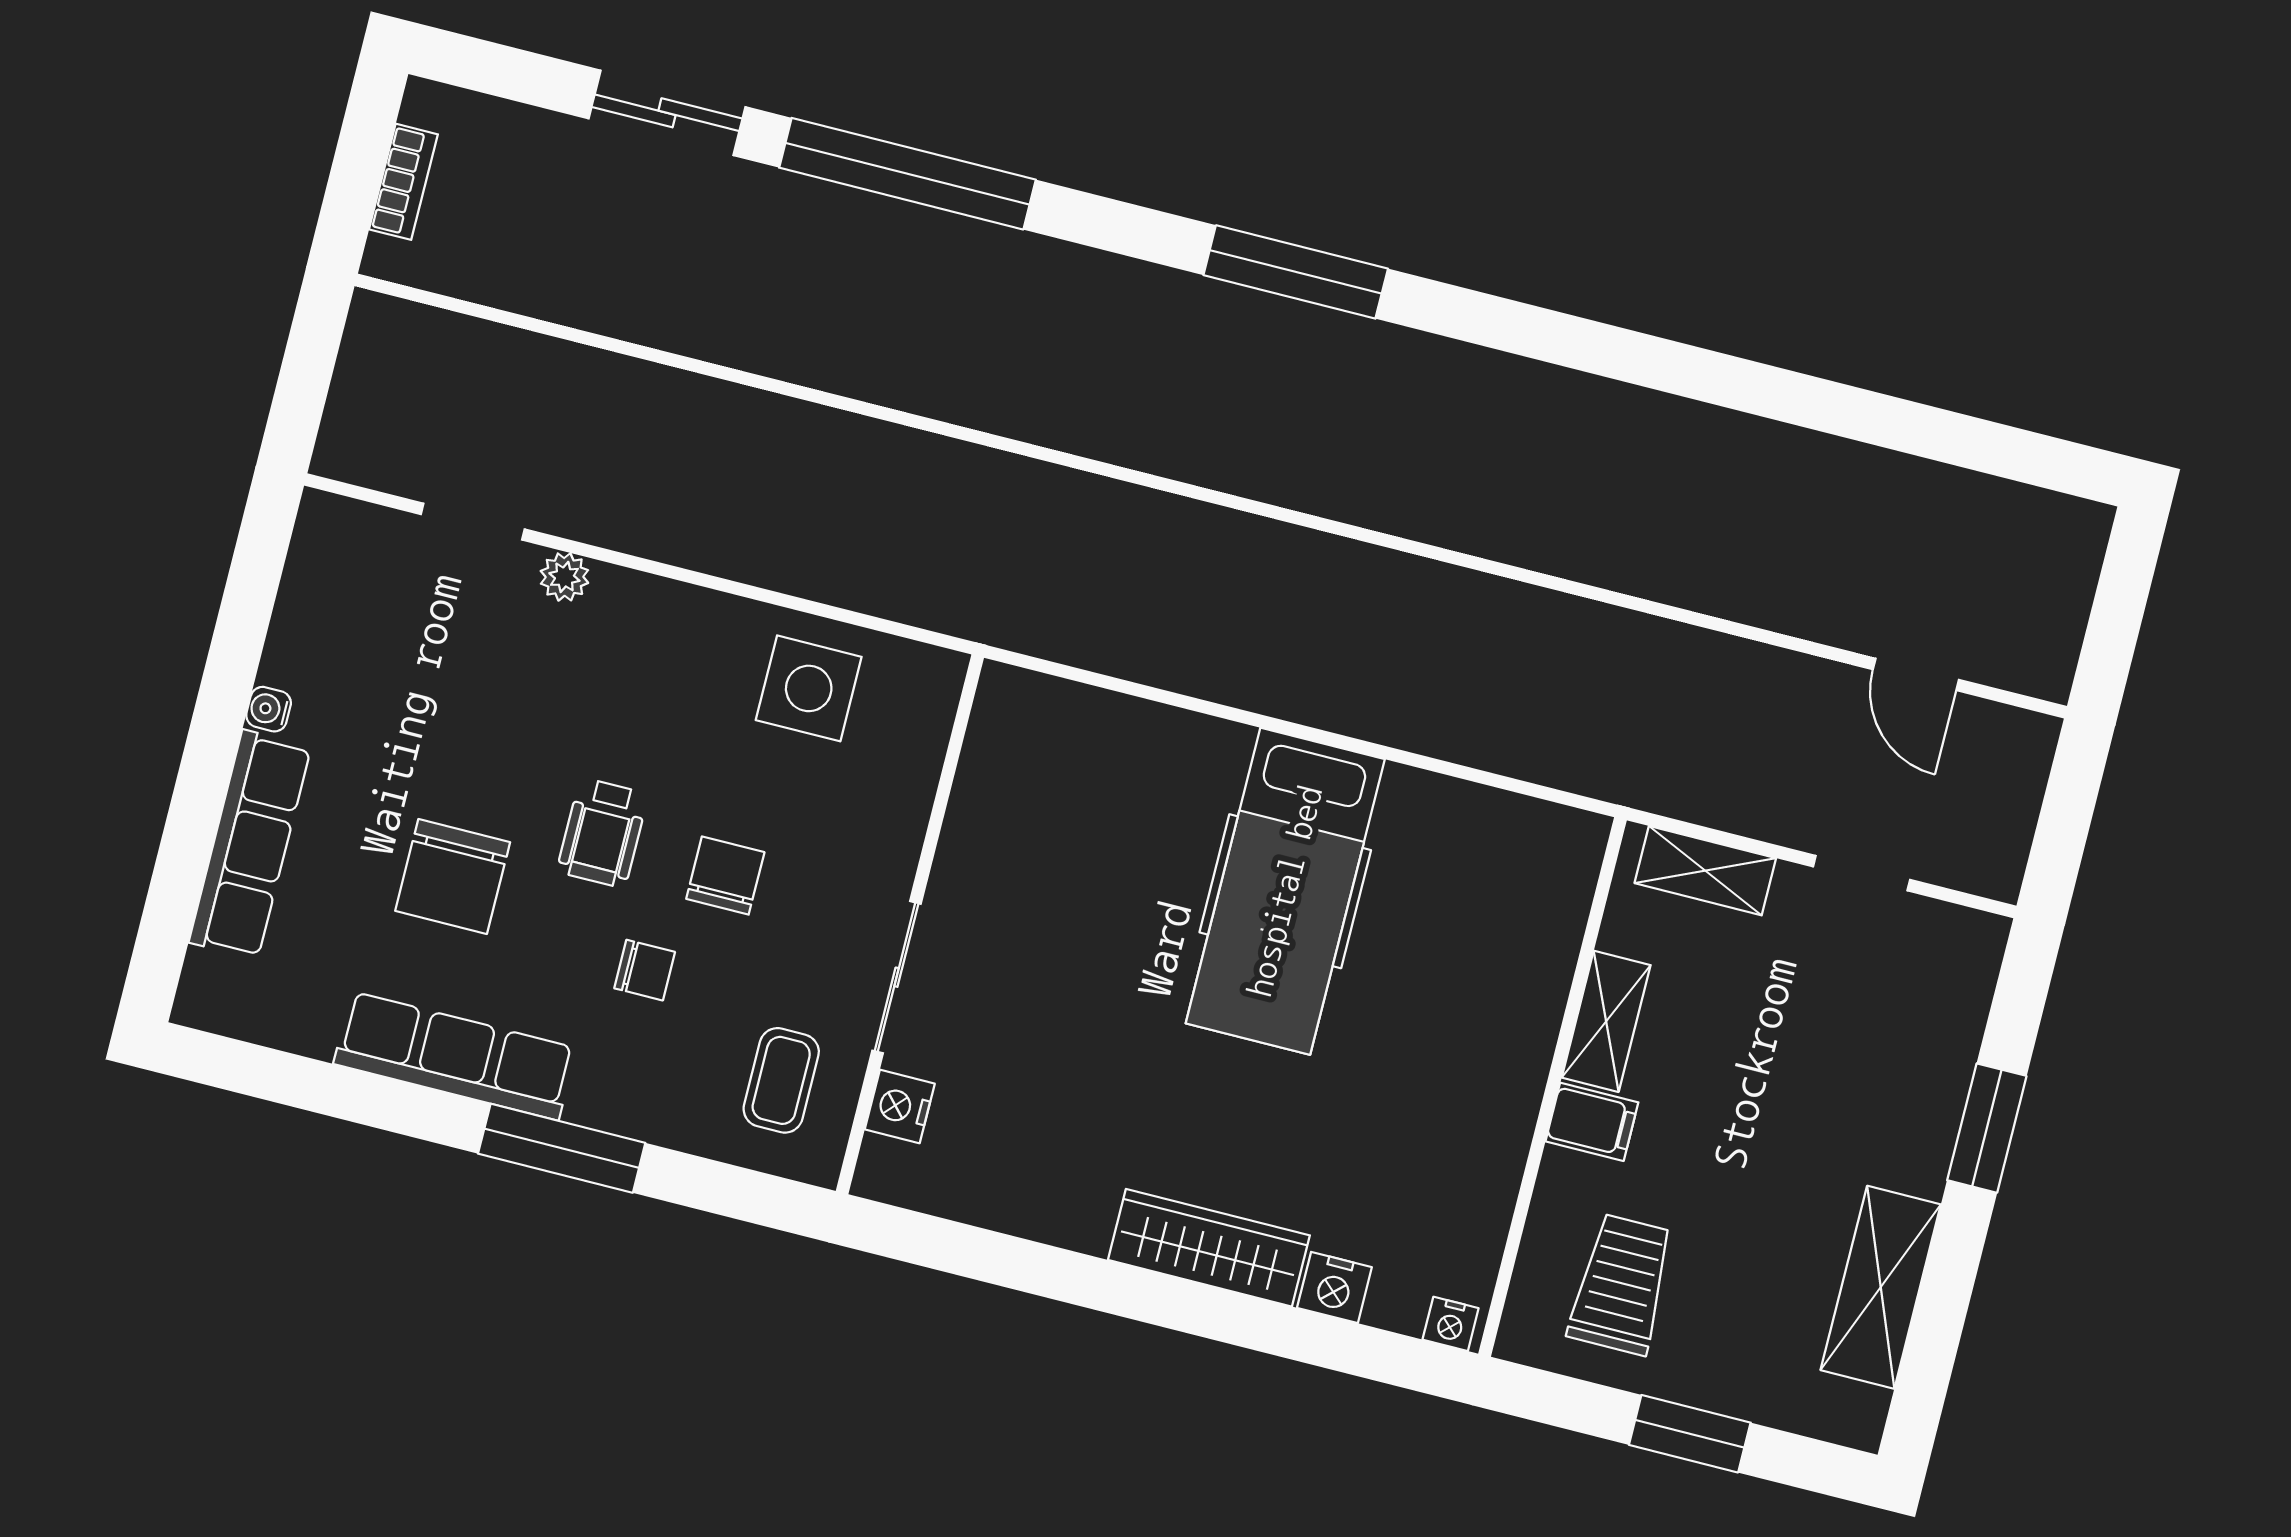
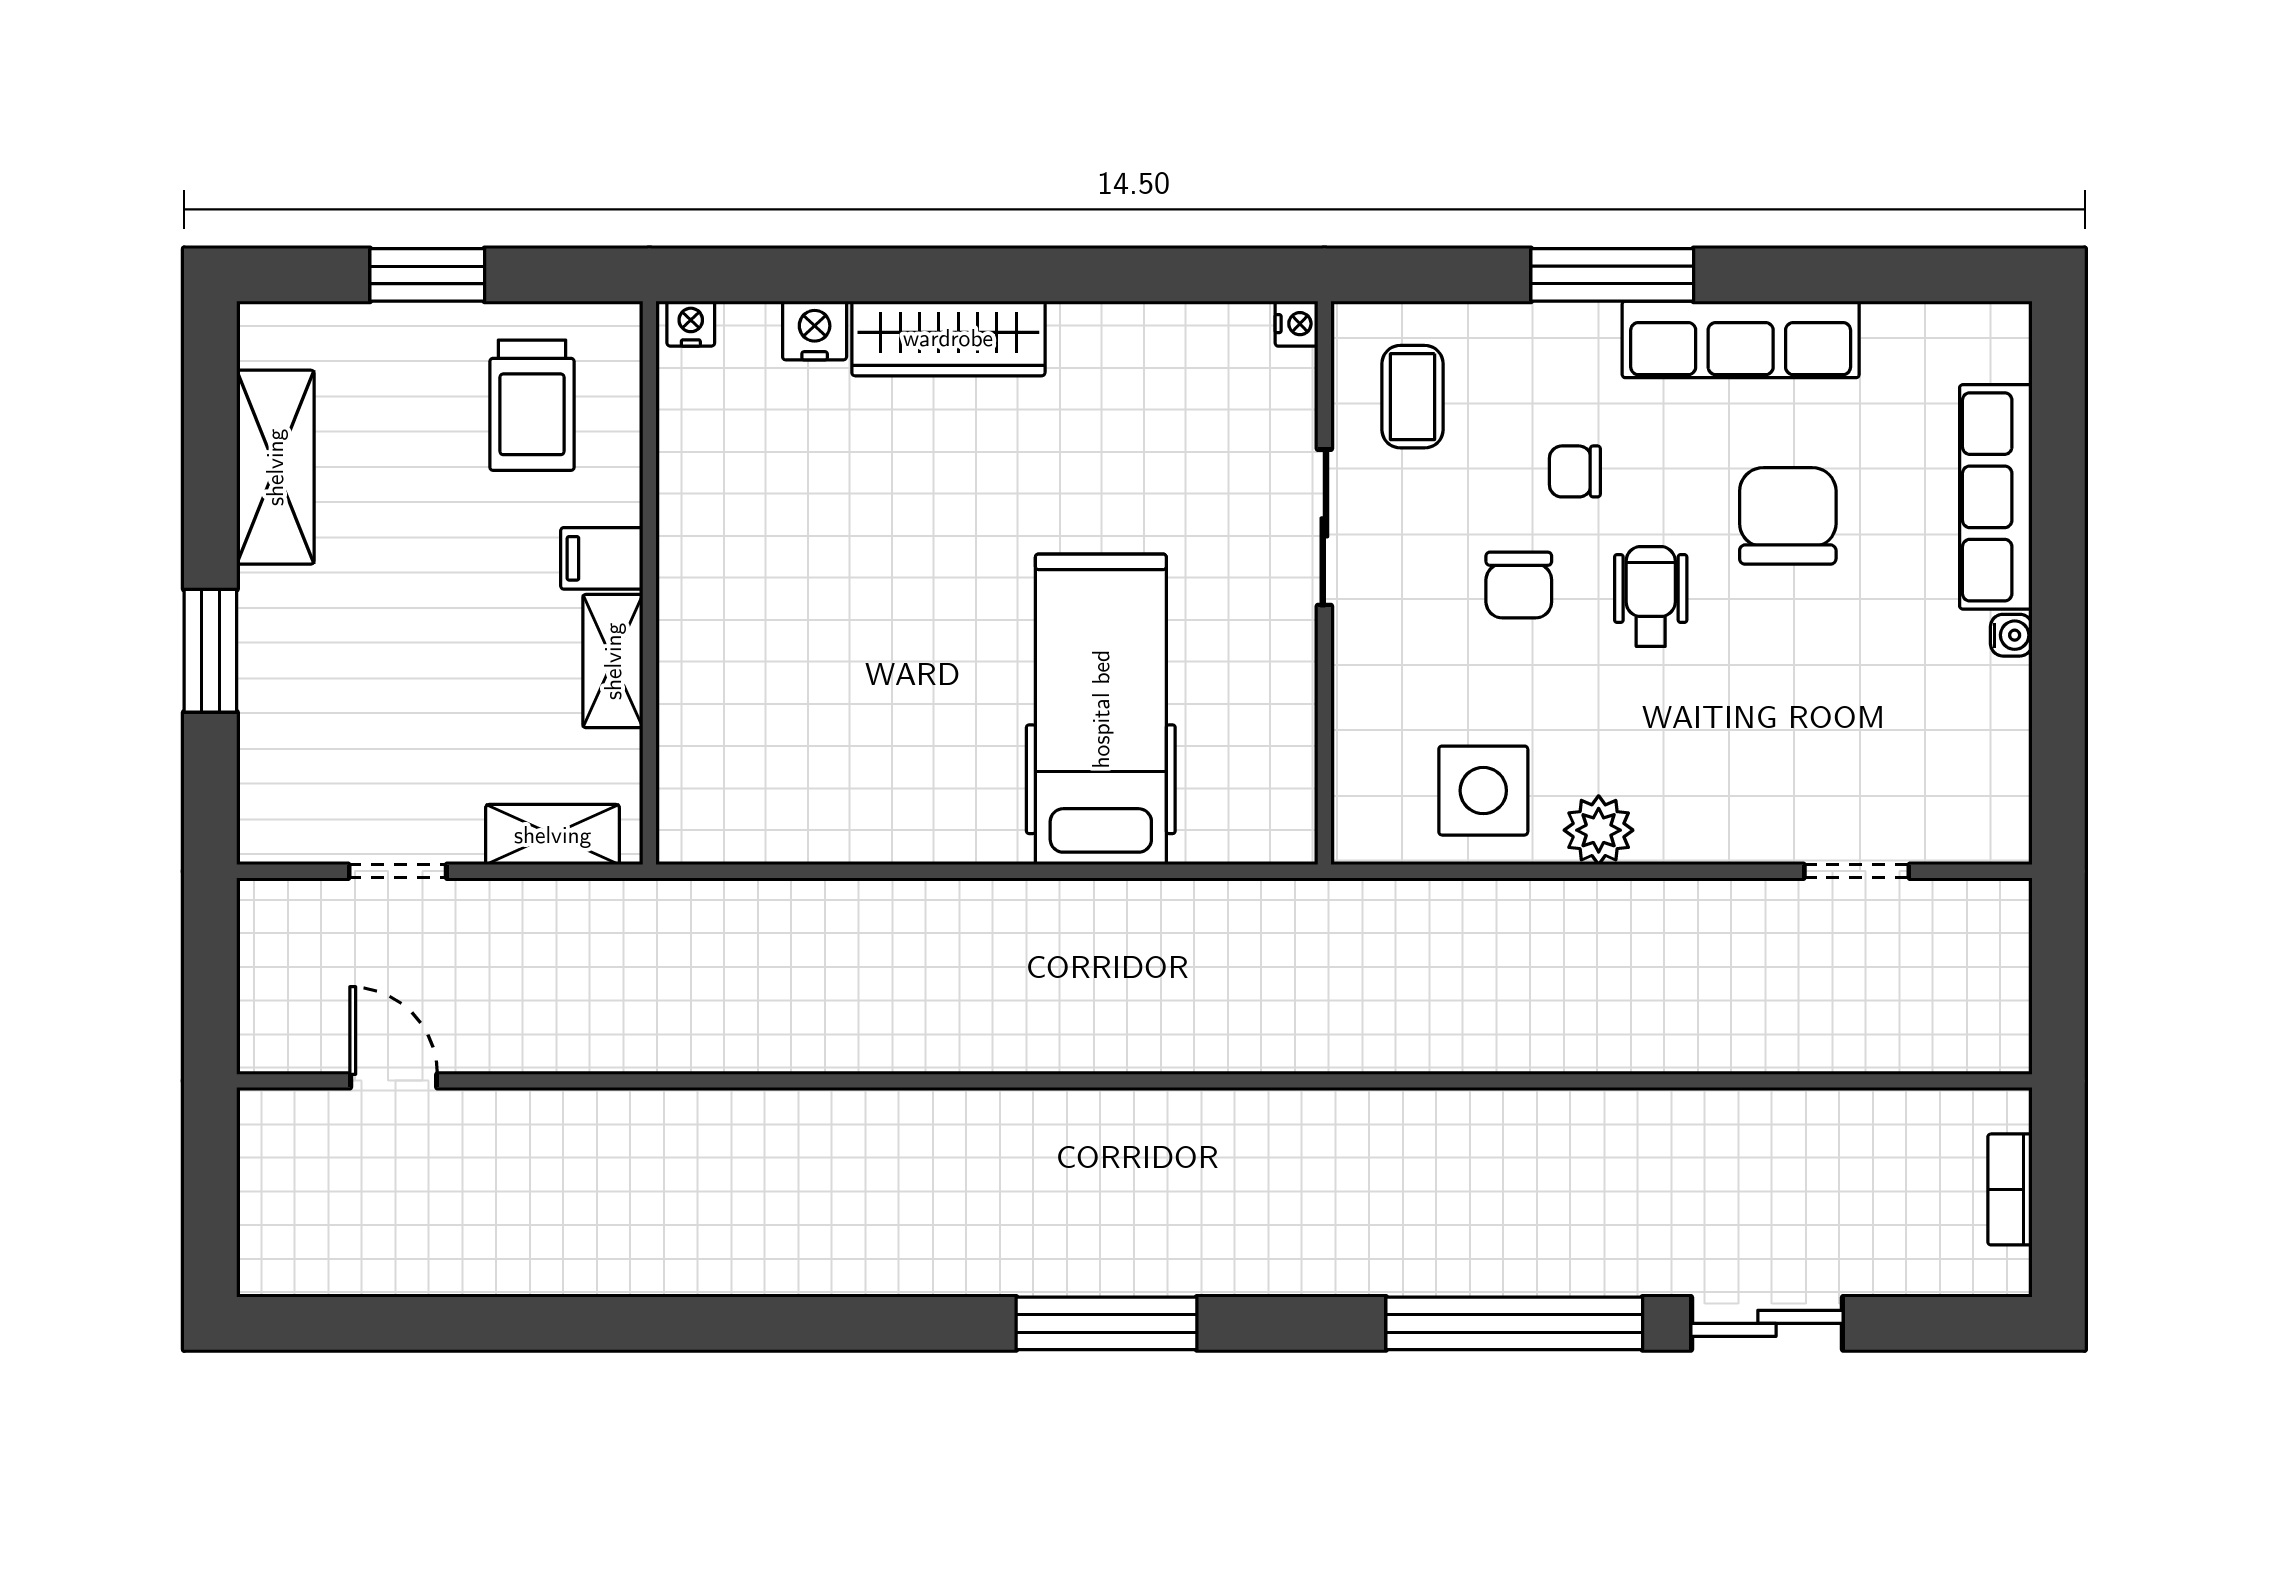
plant: (564, 577) -> (1599, 830), moved, width x1.38, depth x1.38
hospital bed: (1285, 891) -> (1101, 709), moved
nightstand: (900, 1107) -> (1297, 324), moved, width x0.72, depth x0.74

